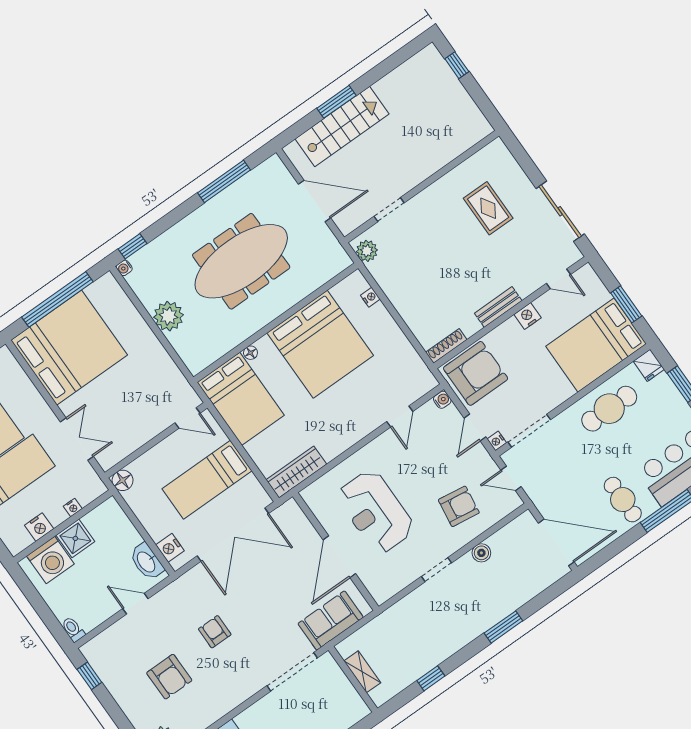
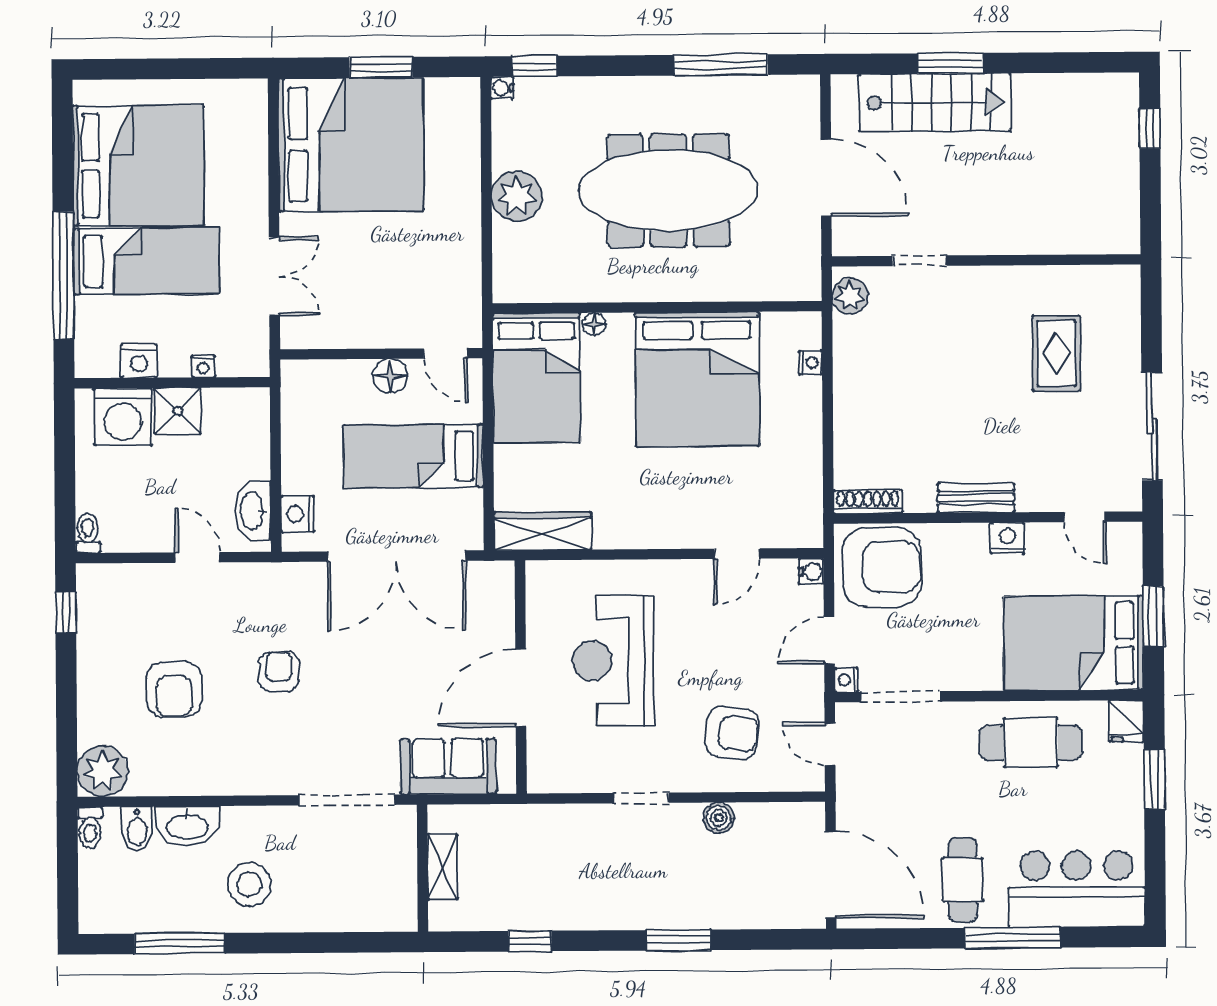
window: (57, 299) -> (381, 67), width x0.47
floor lamp: (123, 480) -> (390, 376), moved

